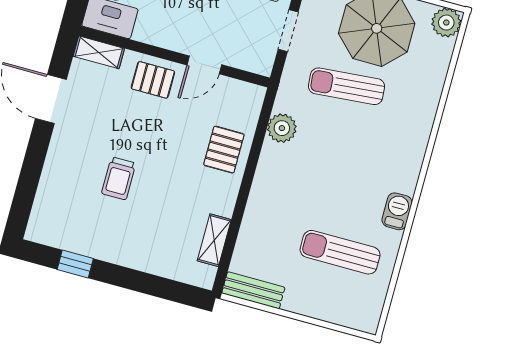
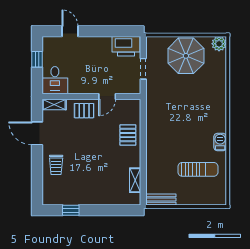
sun lounger: (347, 86) -> (179, 88), removed
plant: (282, 128) -> (153, 117), removed
trolley: (119, 178) -> (56, 165), moved
sun lounger: (340, 252) -> (198, 169), turned 180

